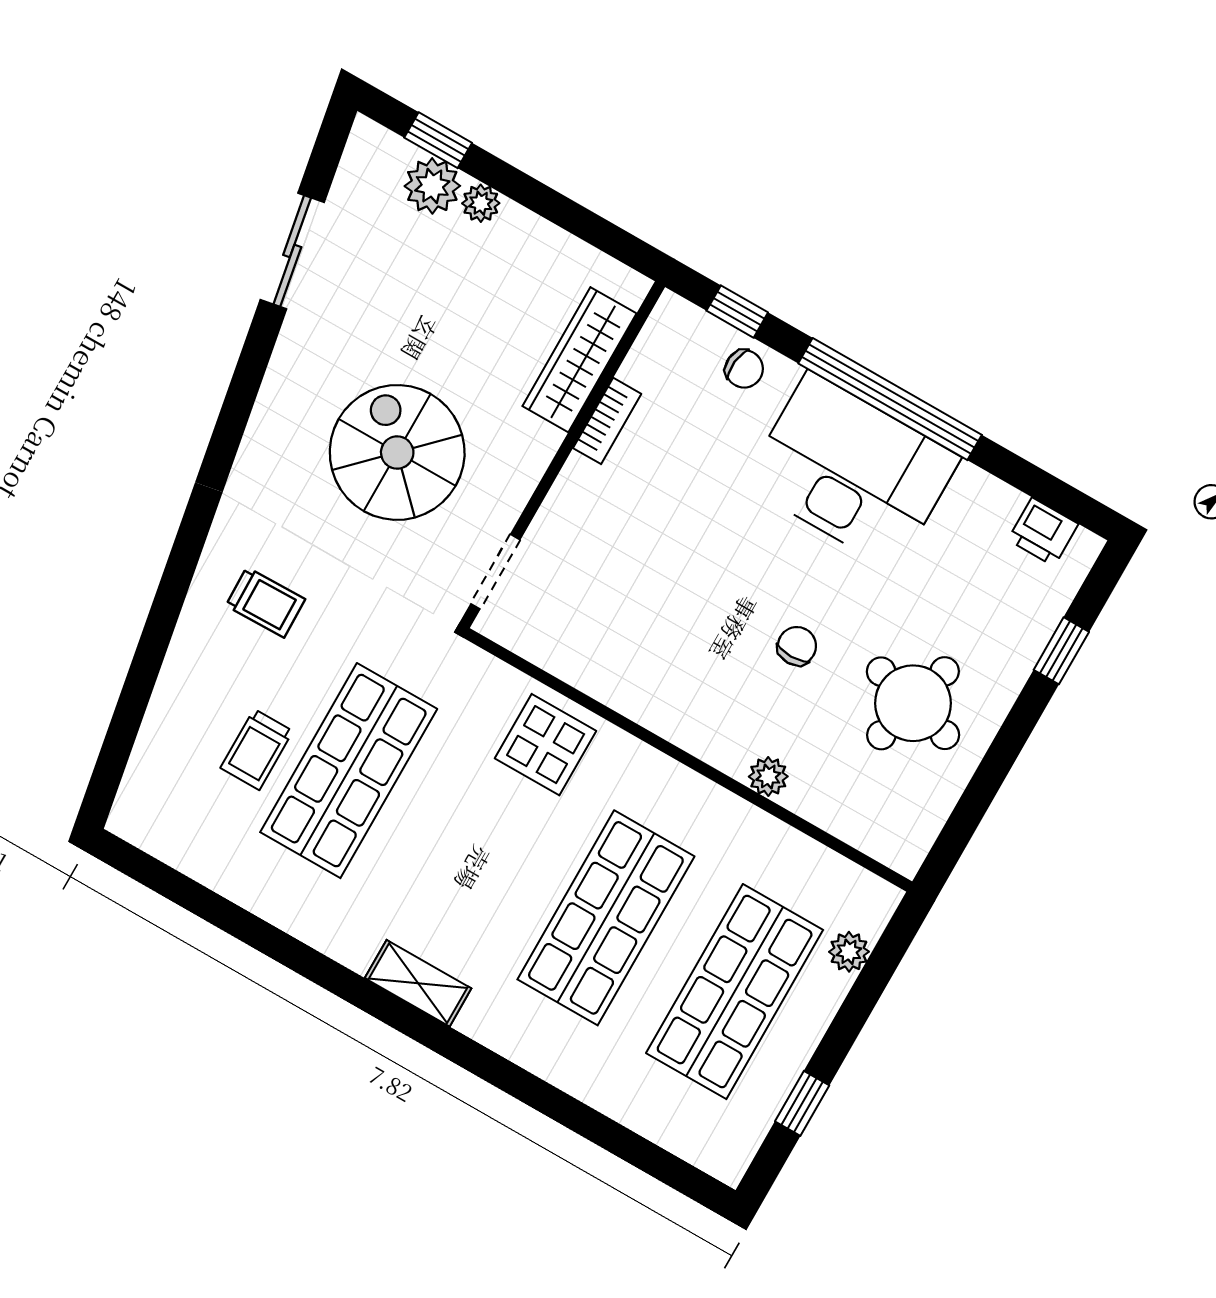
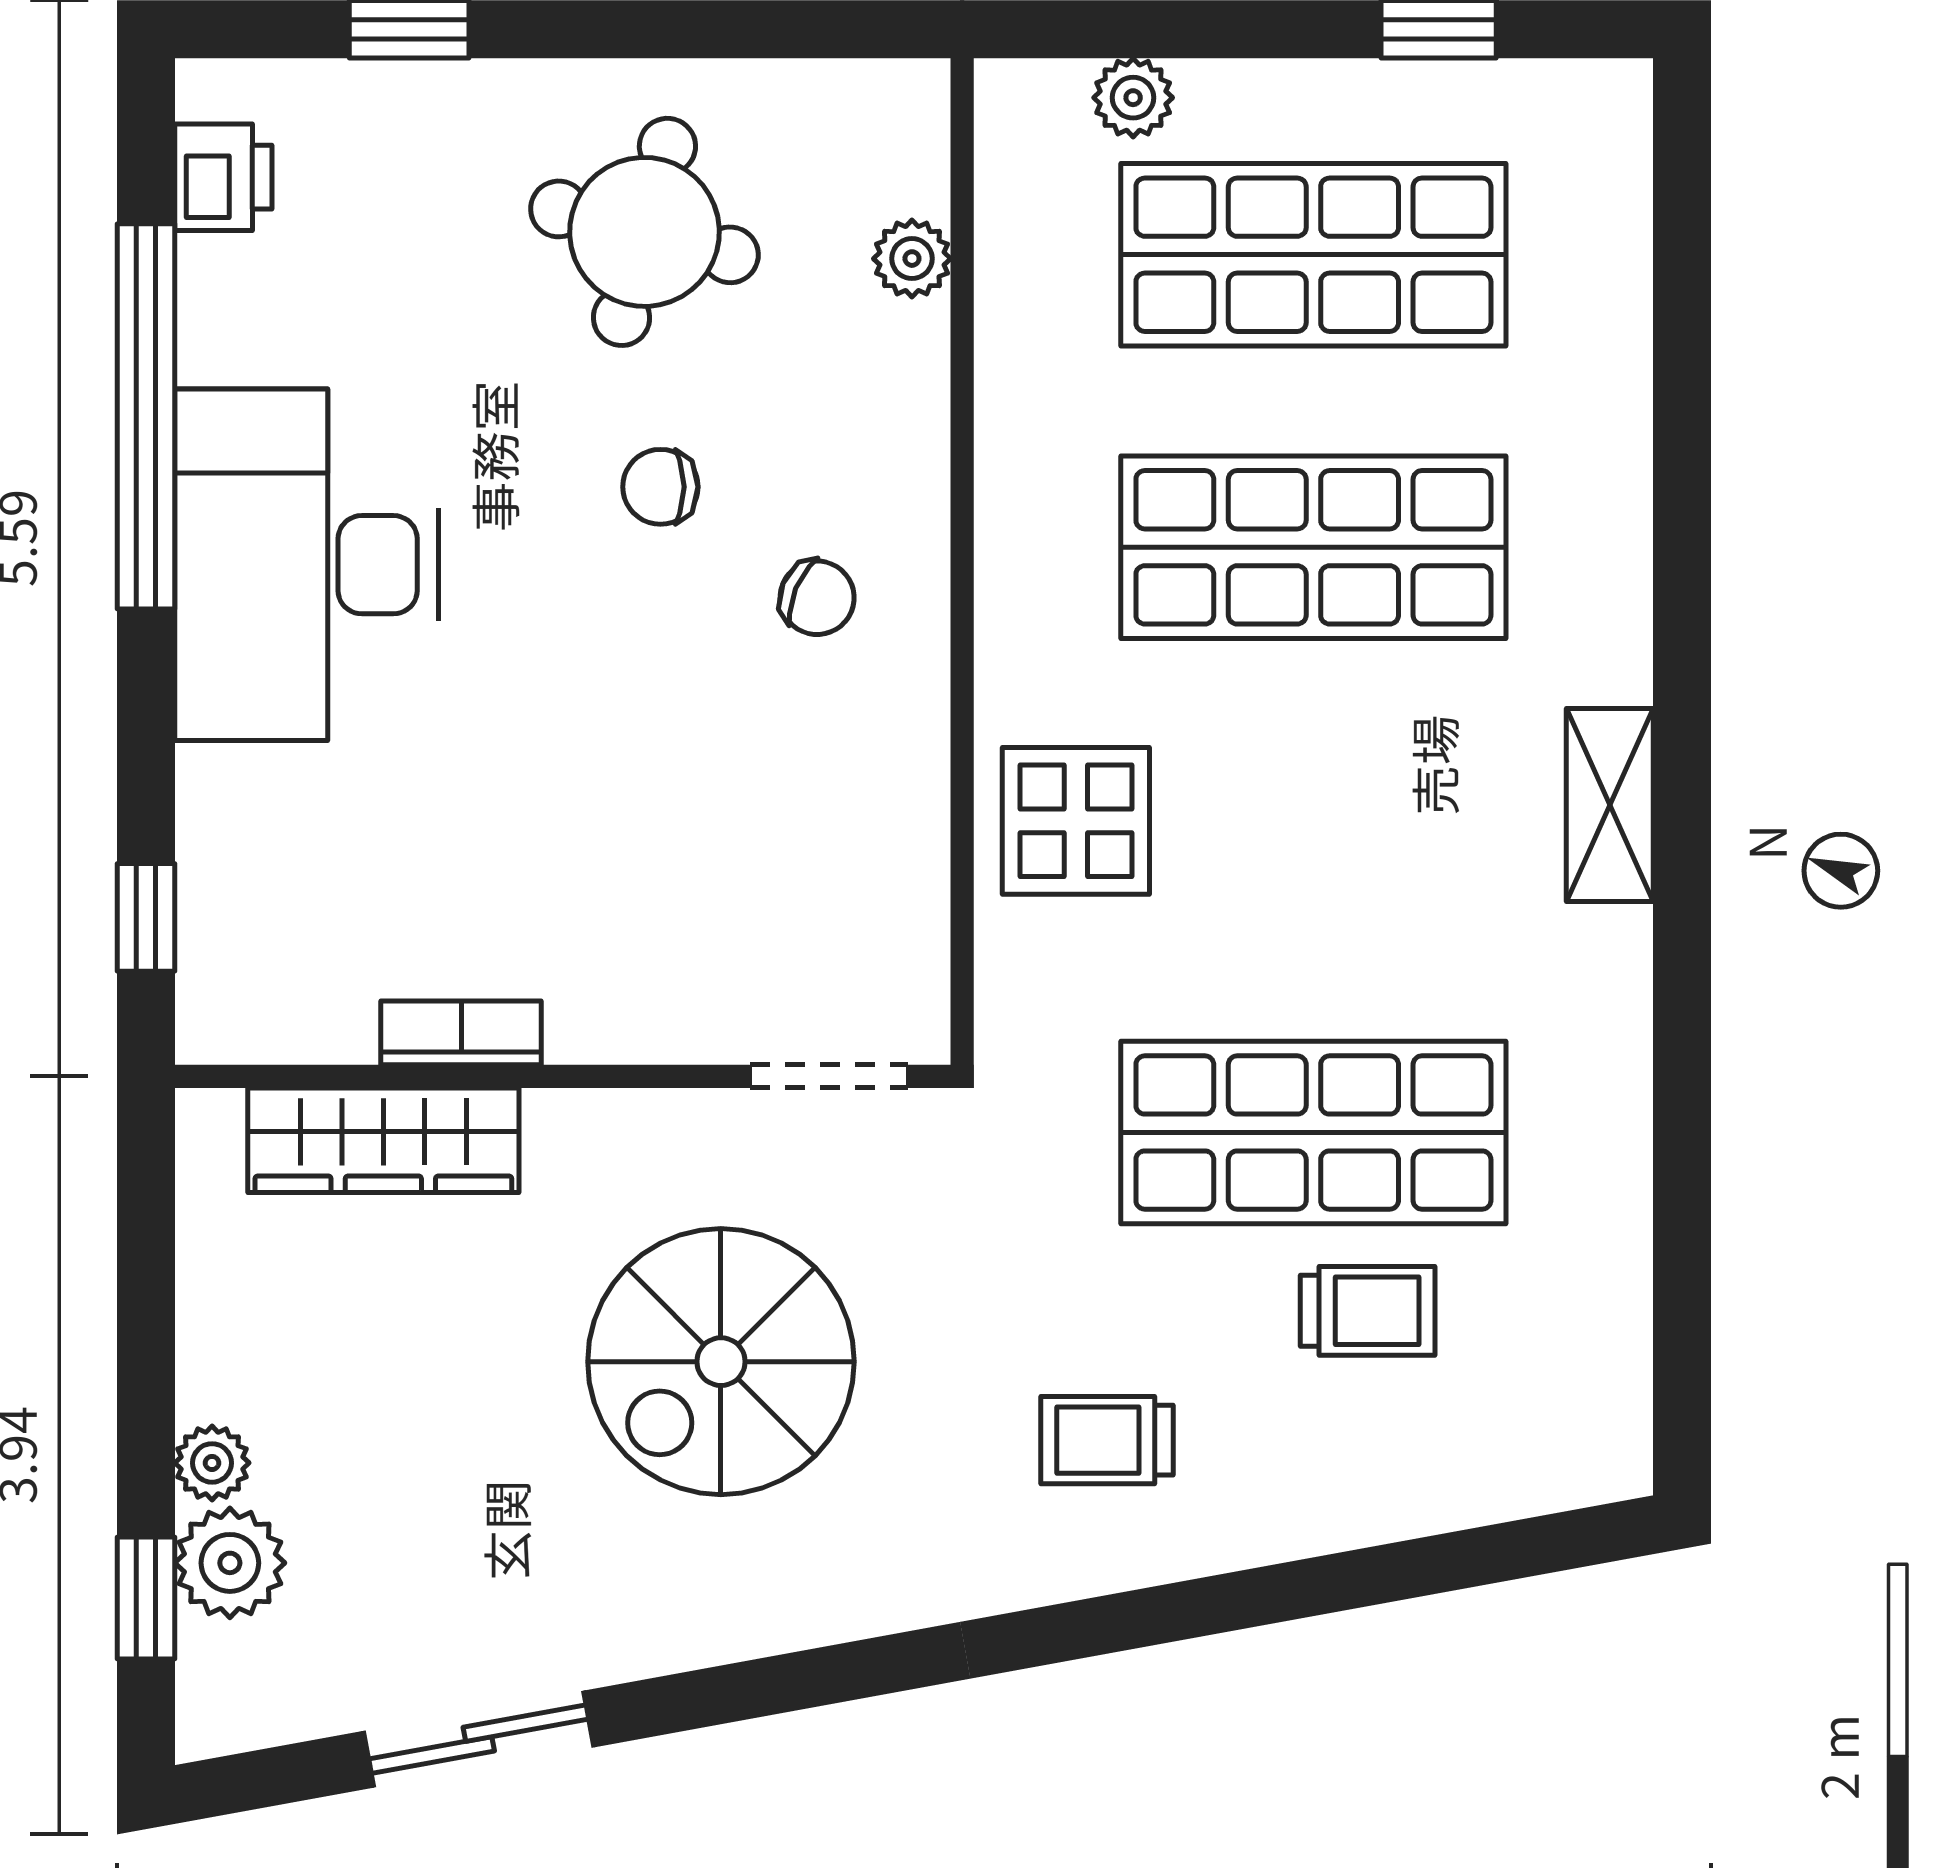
chair: (744, 369) -> (817, 598), moved, turned 107
window: (890, 399) -> (146, 416), moved
trolley: (265, 602) -> (1107, 1440), turned -89
plant: (768, 776) -> (912, 259), moved

